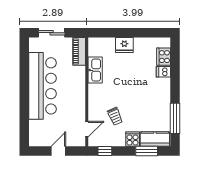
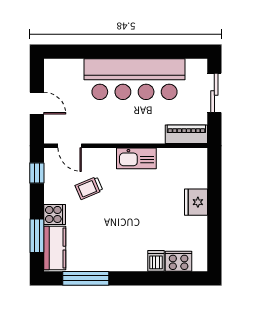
kitchen sink: (95, 70) -> (136, 158), moved

